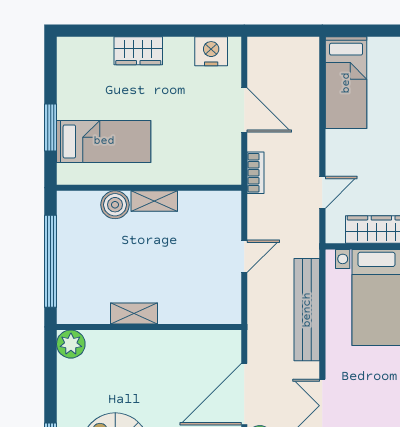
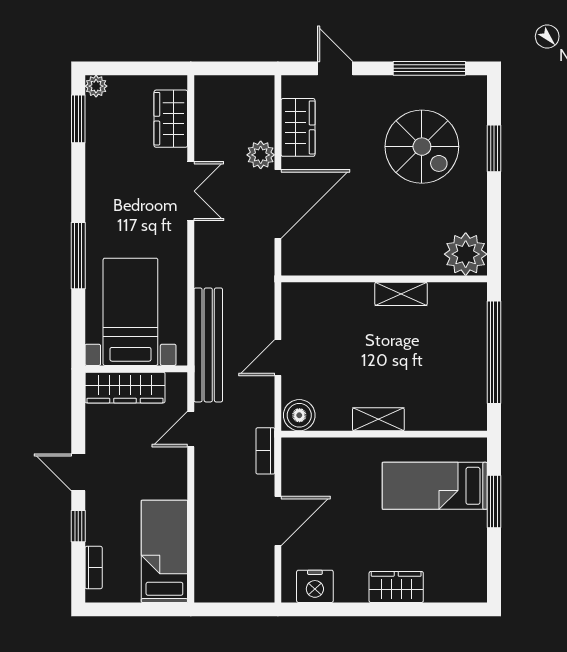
door: (244, 110) -> (278, 521), swing flipped
boiler: (115, 205) -> (299, 415), moved
bench: (307, 310) -> (208, 345), moved
plant: (71, 344) -> (466, 254), width x1.36, depth x1.36

